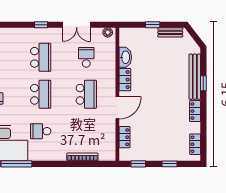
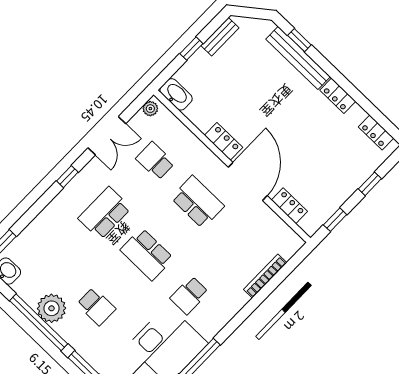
school desk: (41, 57) -> (105, 213), turned -90
washbasin: (125, 57) -> (176, 94), moved
window: (203, 83) -> (299, 40), moved
school desk: (41, 94) -> (147, 254), turned 180
door: (117, 108) -> (248, 181), width x1.36

